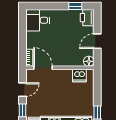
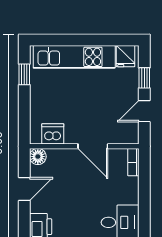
door: (43, 68) -> (93, 146), moved

